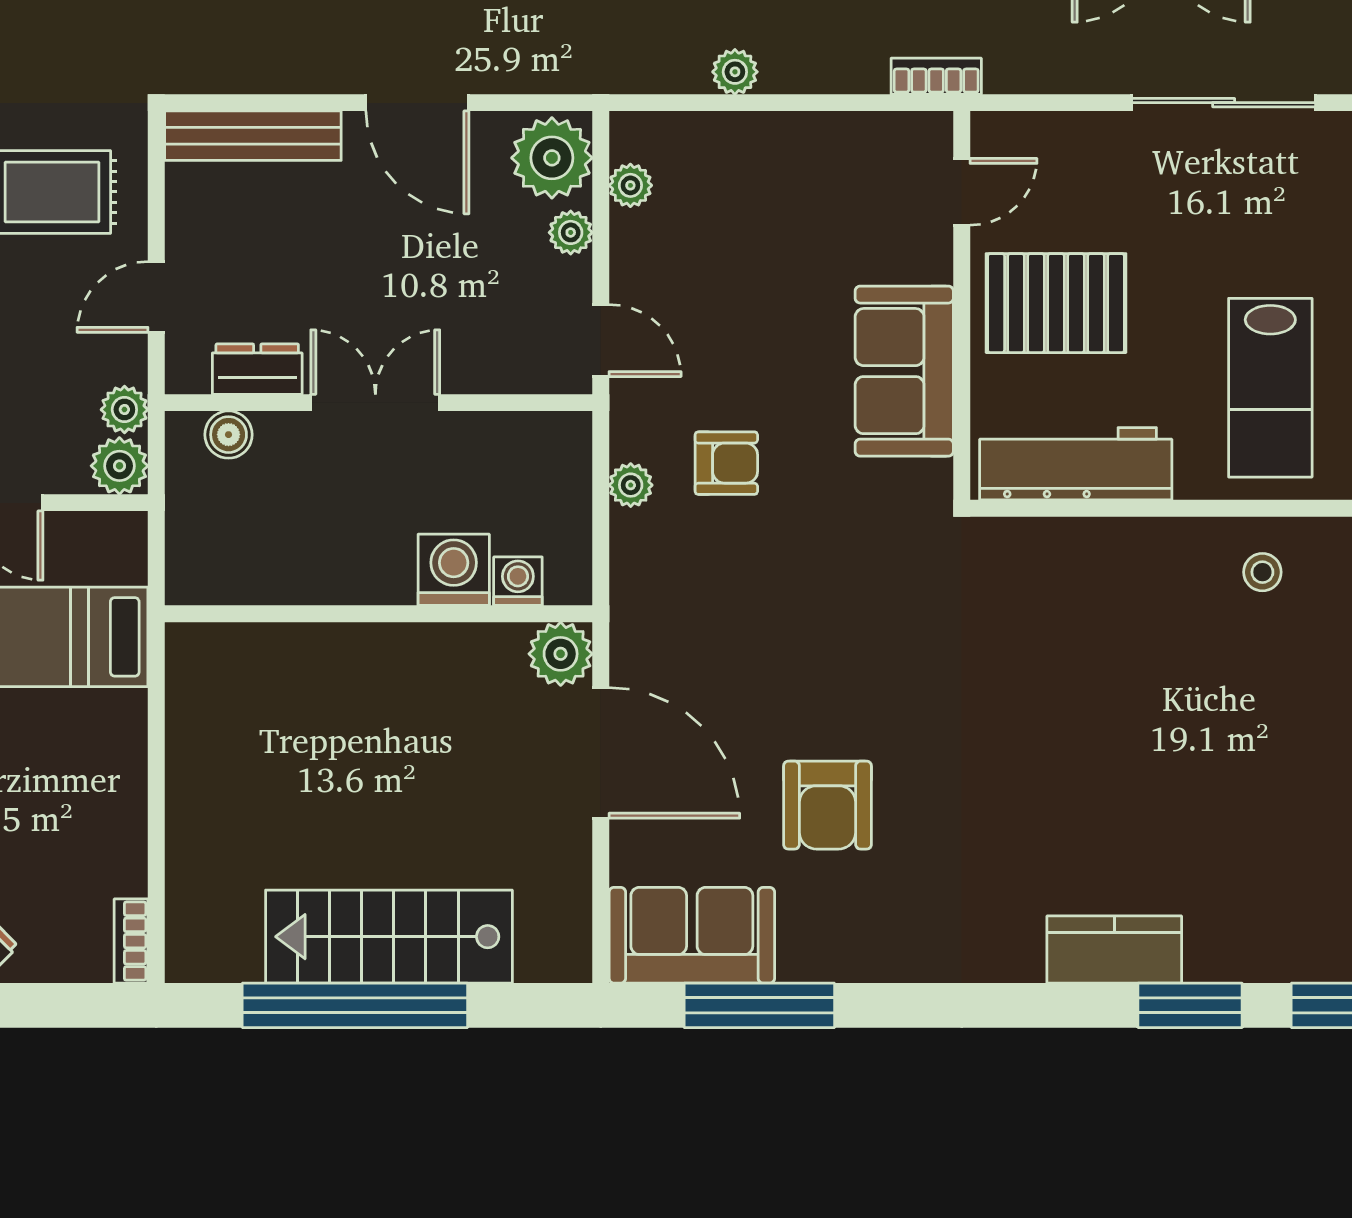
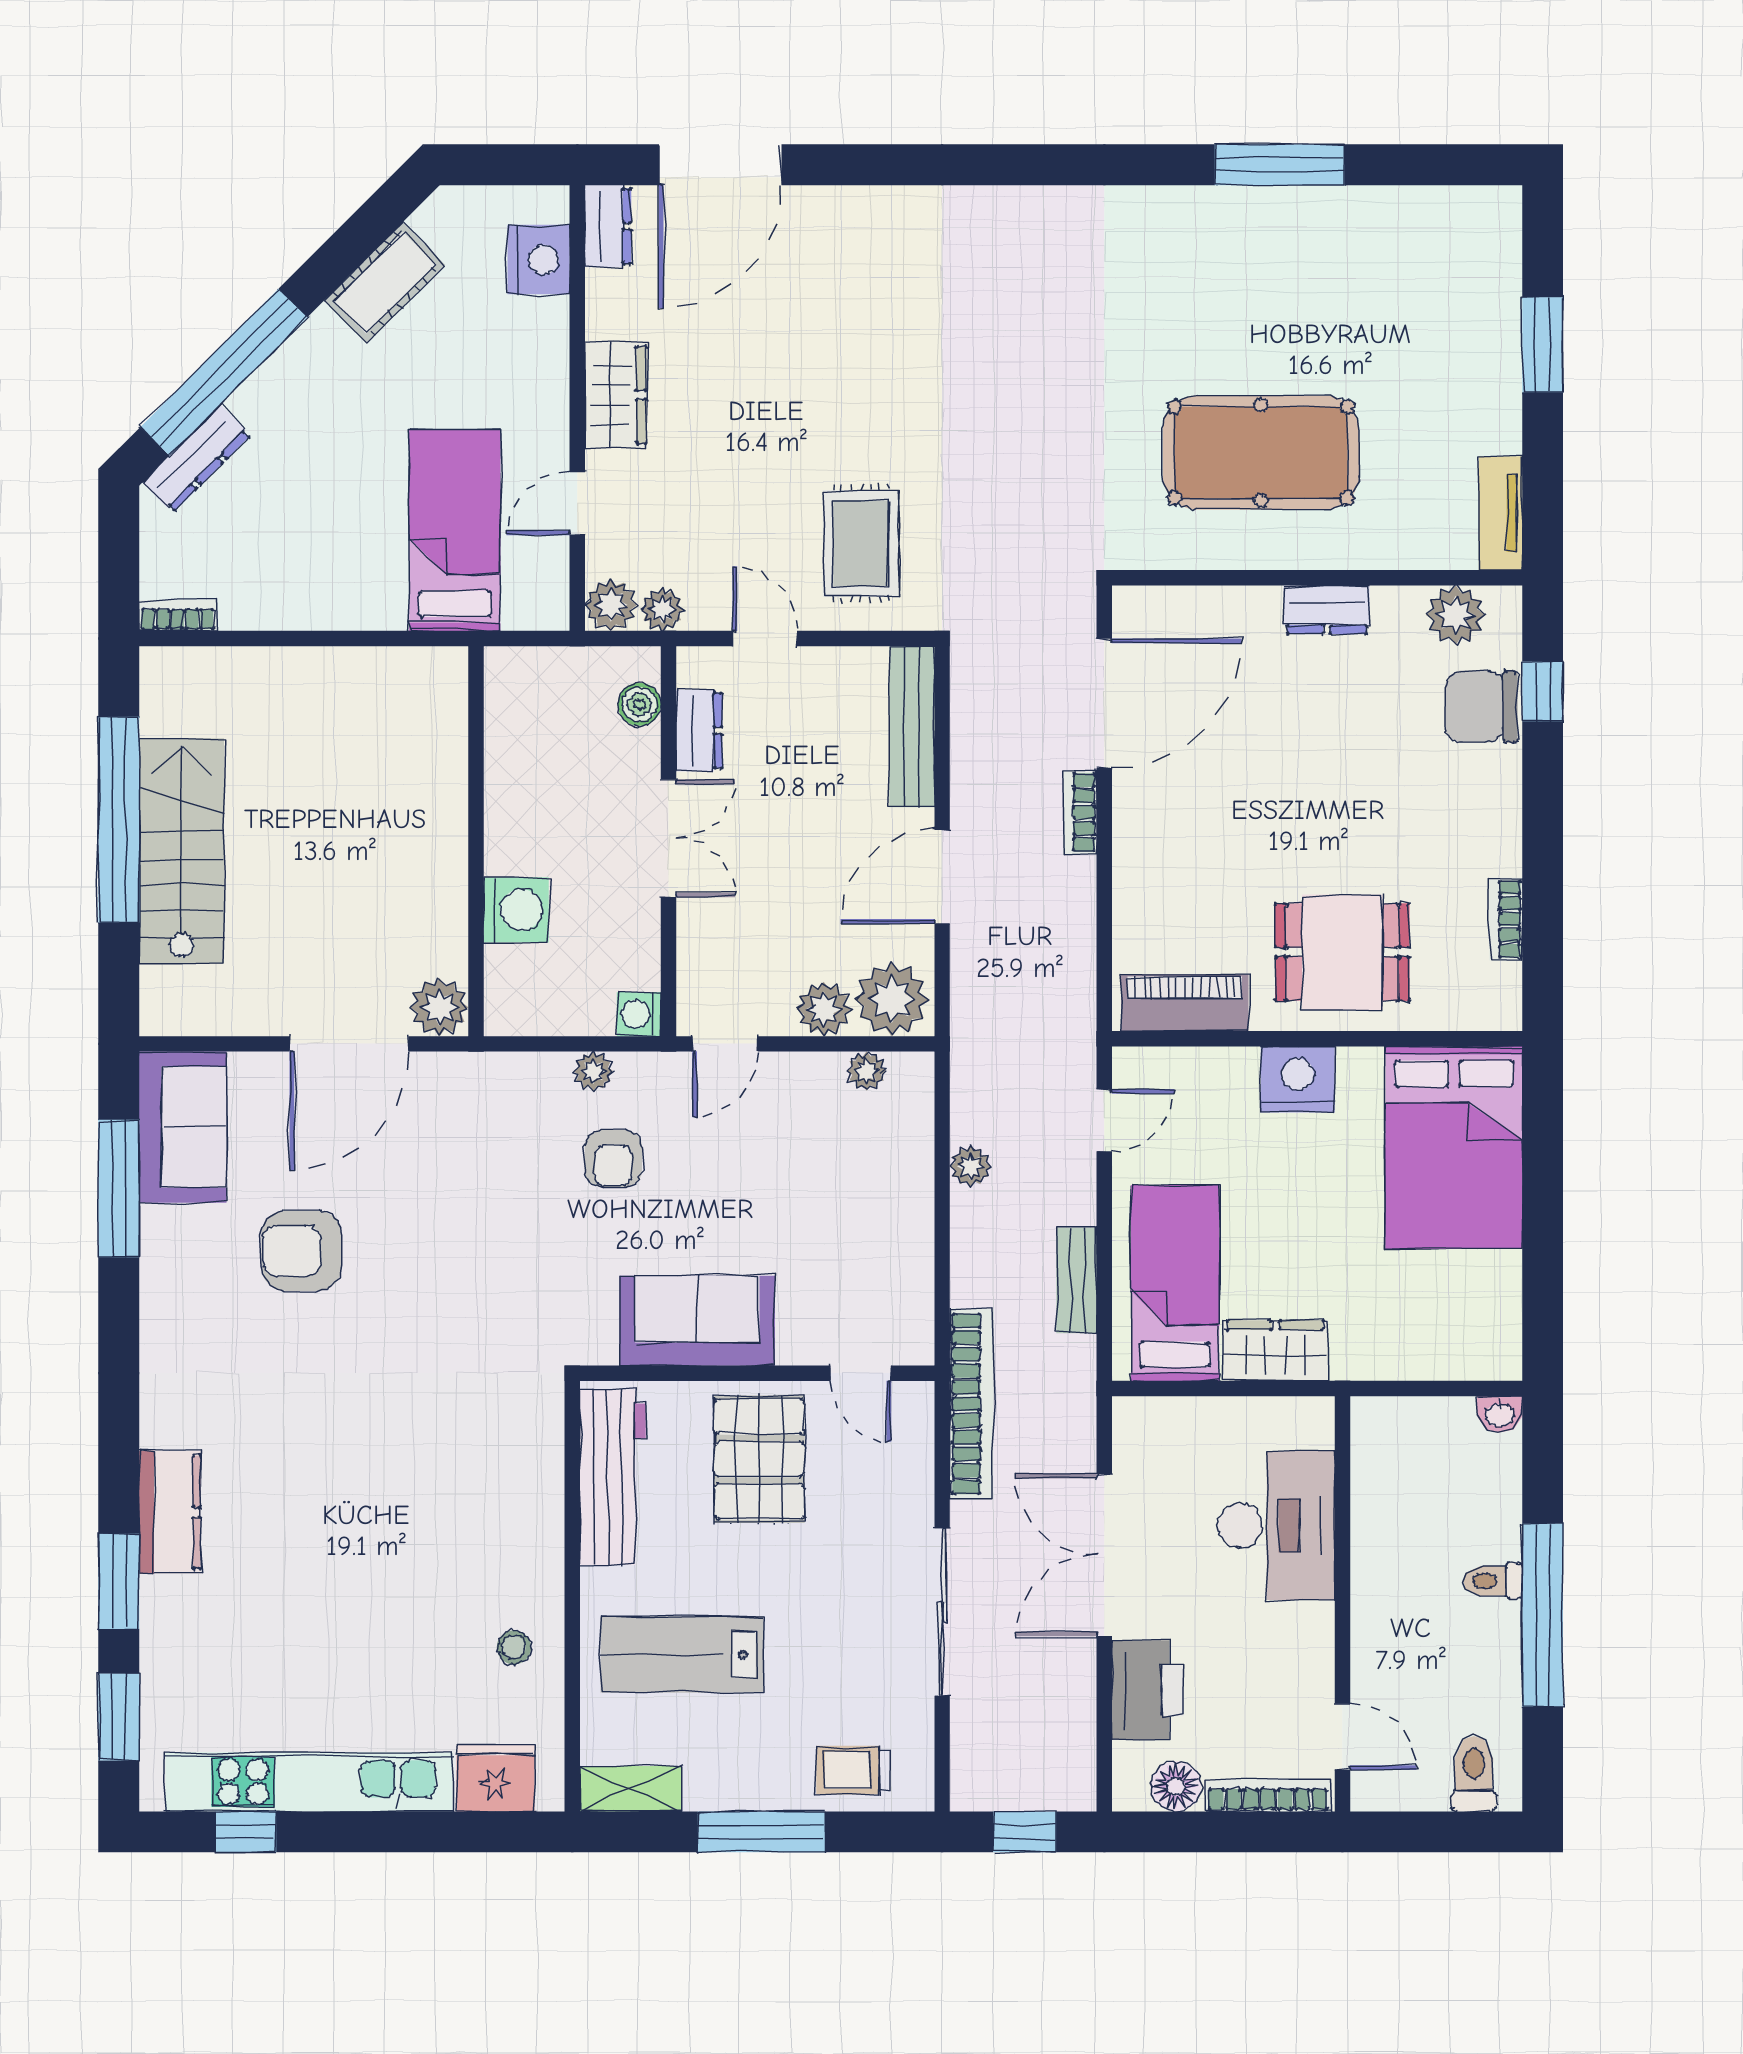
bookcase: (936, 76) -> (971, 1404), width x2.31, depth x1.31
plant: (571, 232) -> (824, 1009), width x1.38, depth x1.38
washing machine: (518, 581) -> (639, 1014), moved, turned 180

